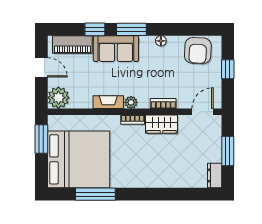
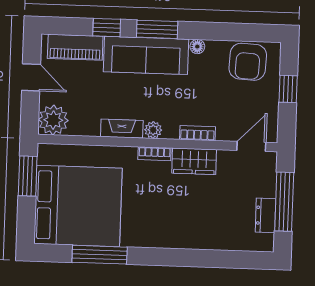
sofa: (116, 49) -> (146, 55), width x1.36
window: (228, 151) -> (284, 202), width x1.44
dresser: (215, 176) -> (266, 215), moved

